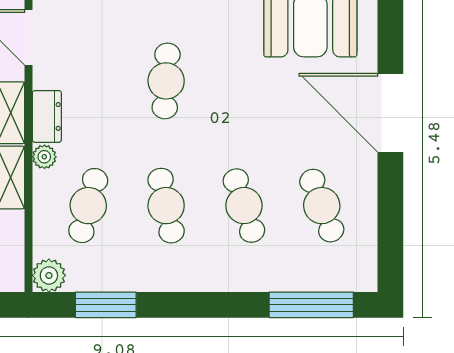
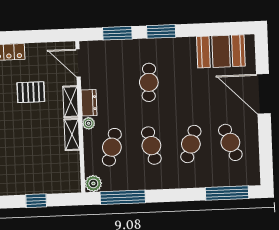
cafe table: (244, 206) -> (191, 144), turned 36
window: (106, 305) -> (123, 197), width x1.44

